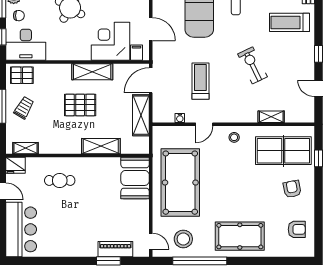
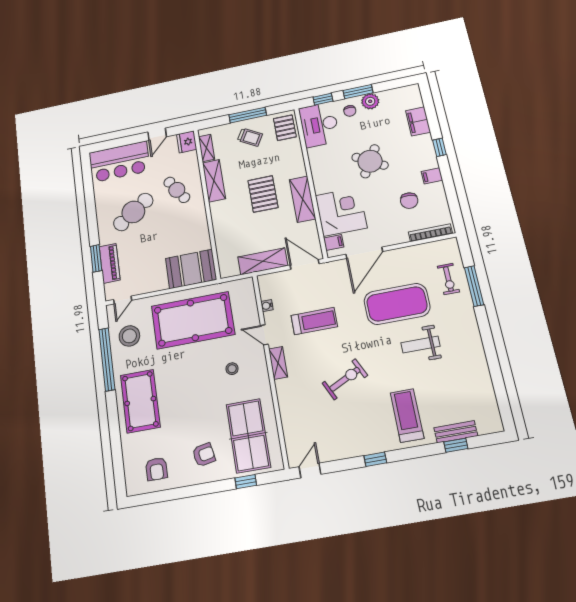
door: (151, 29) -> (364, 253), width x1.36
door: (318, 88) -> (310, 470), moved
shelving: (271, 117) -> (278, 363), moved
stool: (234, 137) -> (232, 369), moved
shelving: (101, 146) -> (214, 181), moved
cafe table: (60, 180) -> (177, 190), turned -33
cafe table: (72, 222) -> (133, 212), added

